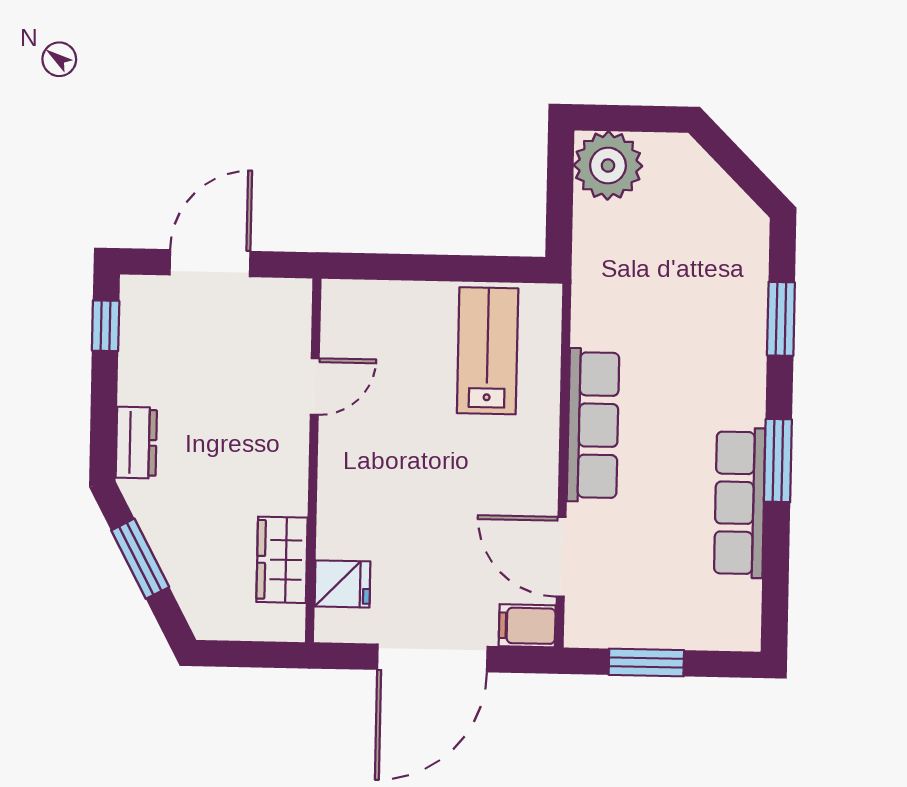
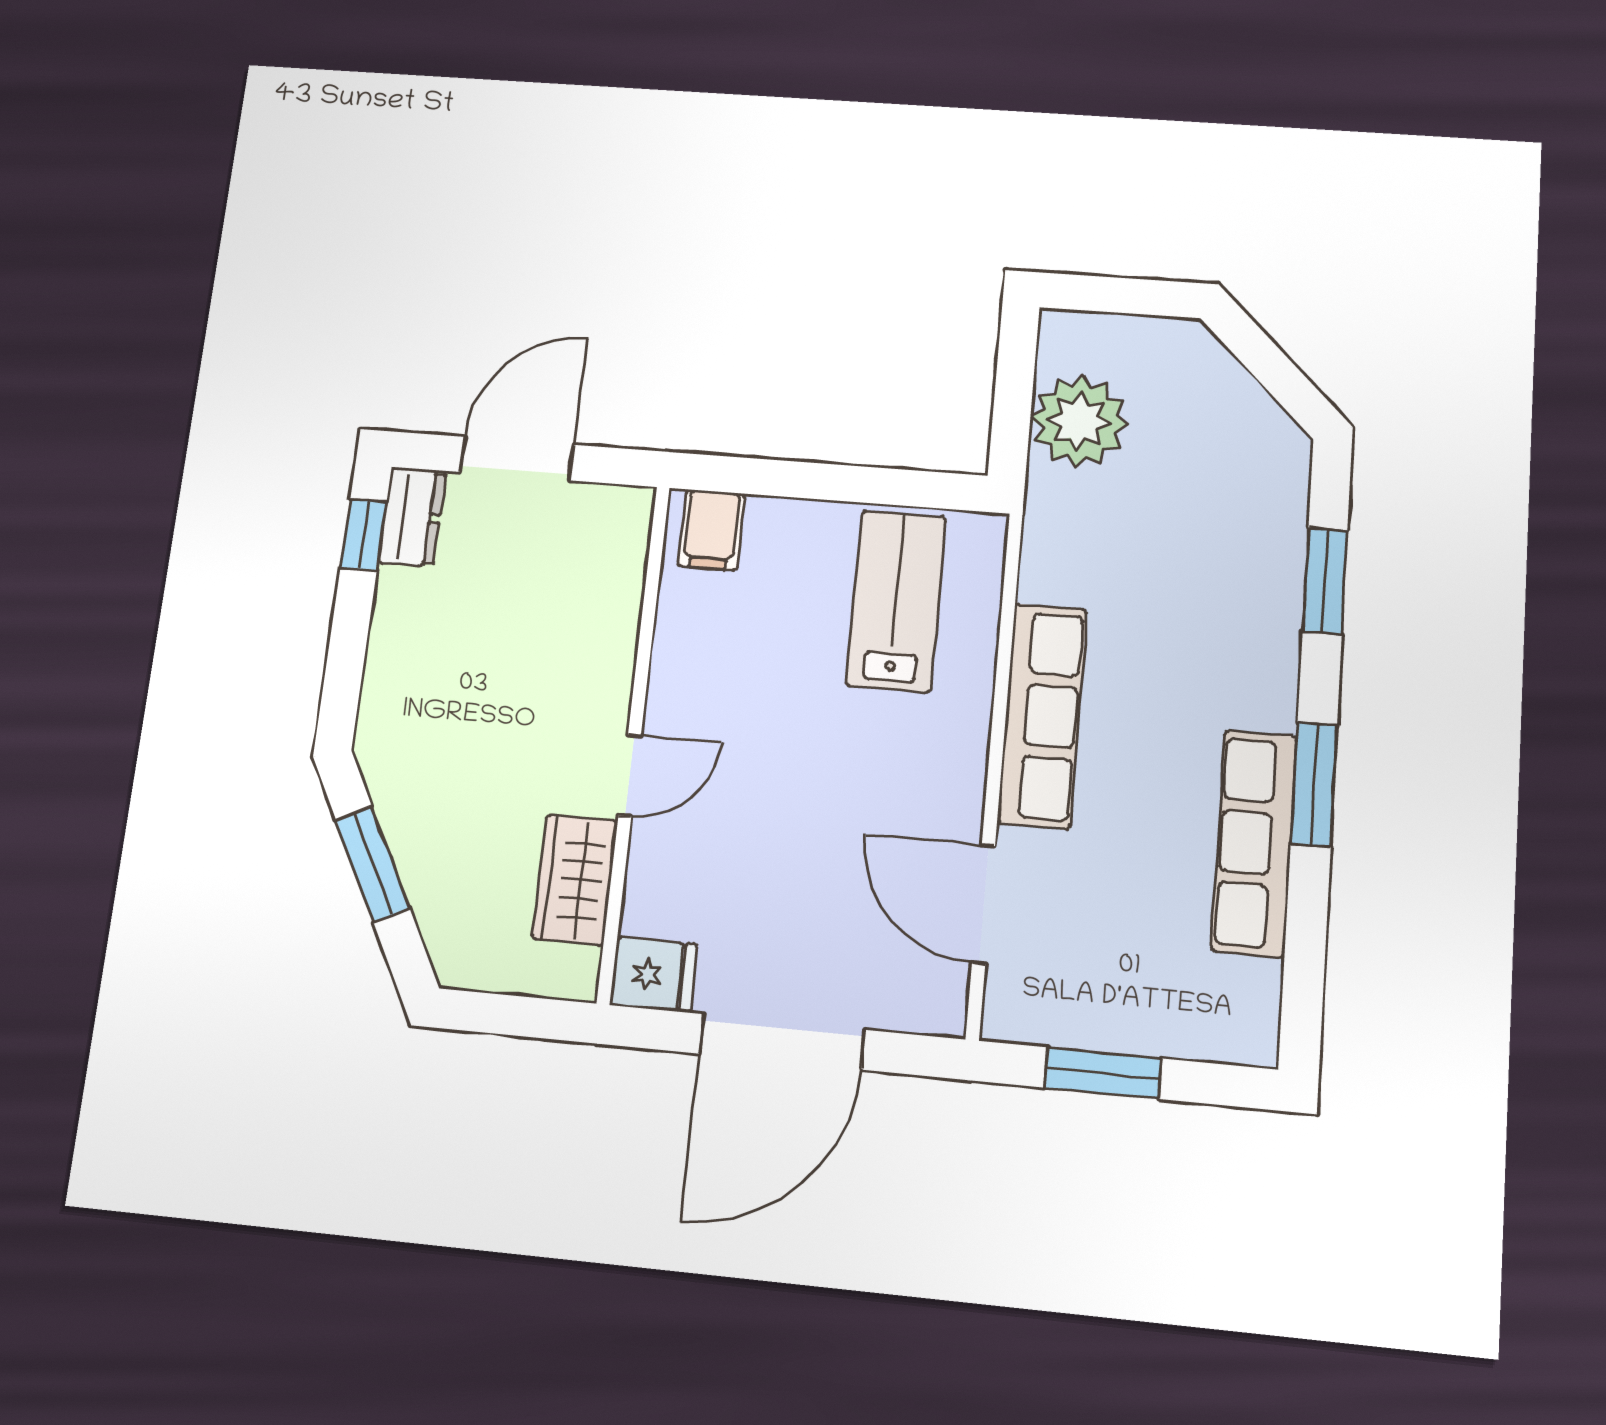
plant: (608, 166) -> (1079, 421), moved
door: (315, 386) -> (630, 775), moved
dresser: (136, 443) -> (412, 517), moved
fridge: (342, 584) -> (653, 975), moved
filing cabinet: (527, 626) -> (711, 530), moved, turned -90

